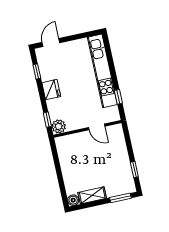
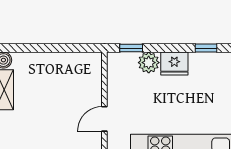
plant: (59, 126) -> (149, 63), moved

